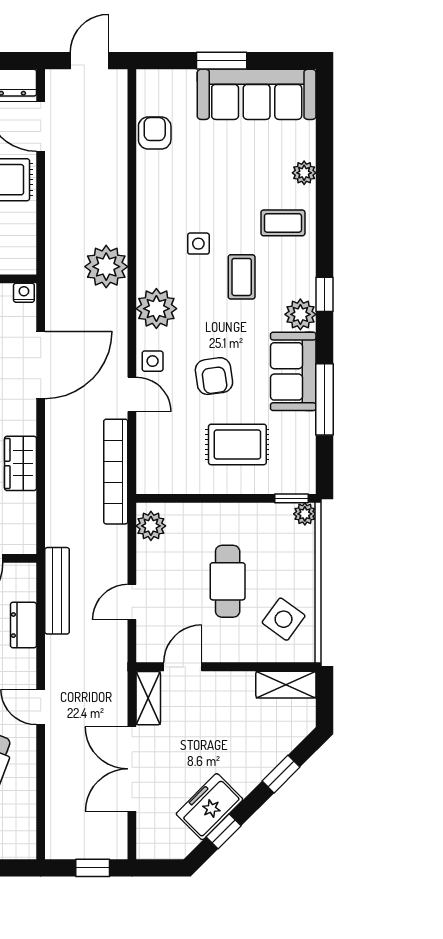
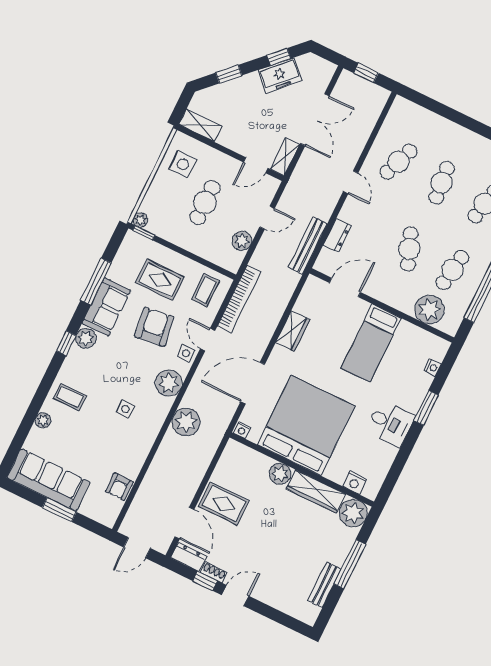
coffee table: (242, 277) -> (205, 290), moved
armchair: (214, 376) -> (154, 327), width x1.38, depth x1.38
plant: (151, 526) -> (242, 241), moved
side table: (284, 619) -> (183, 164), turned -36

